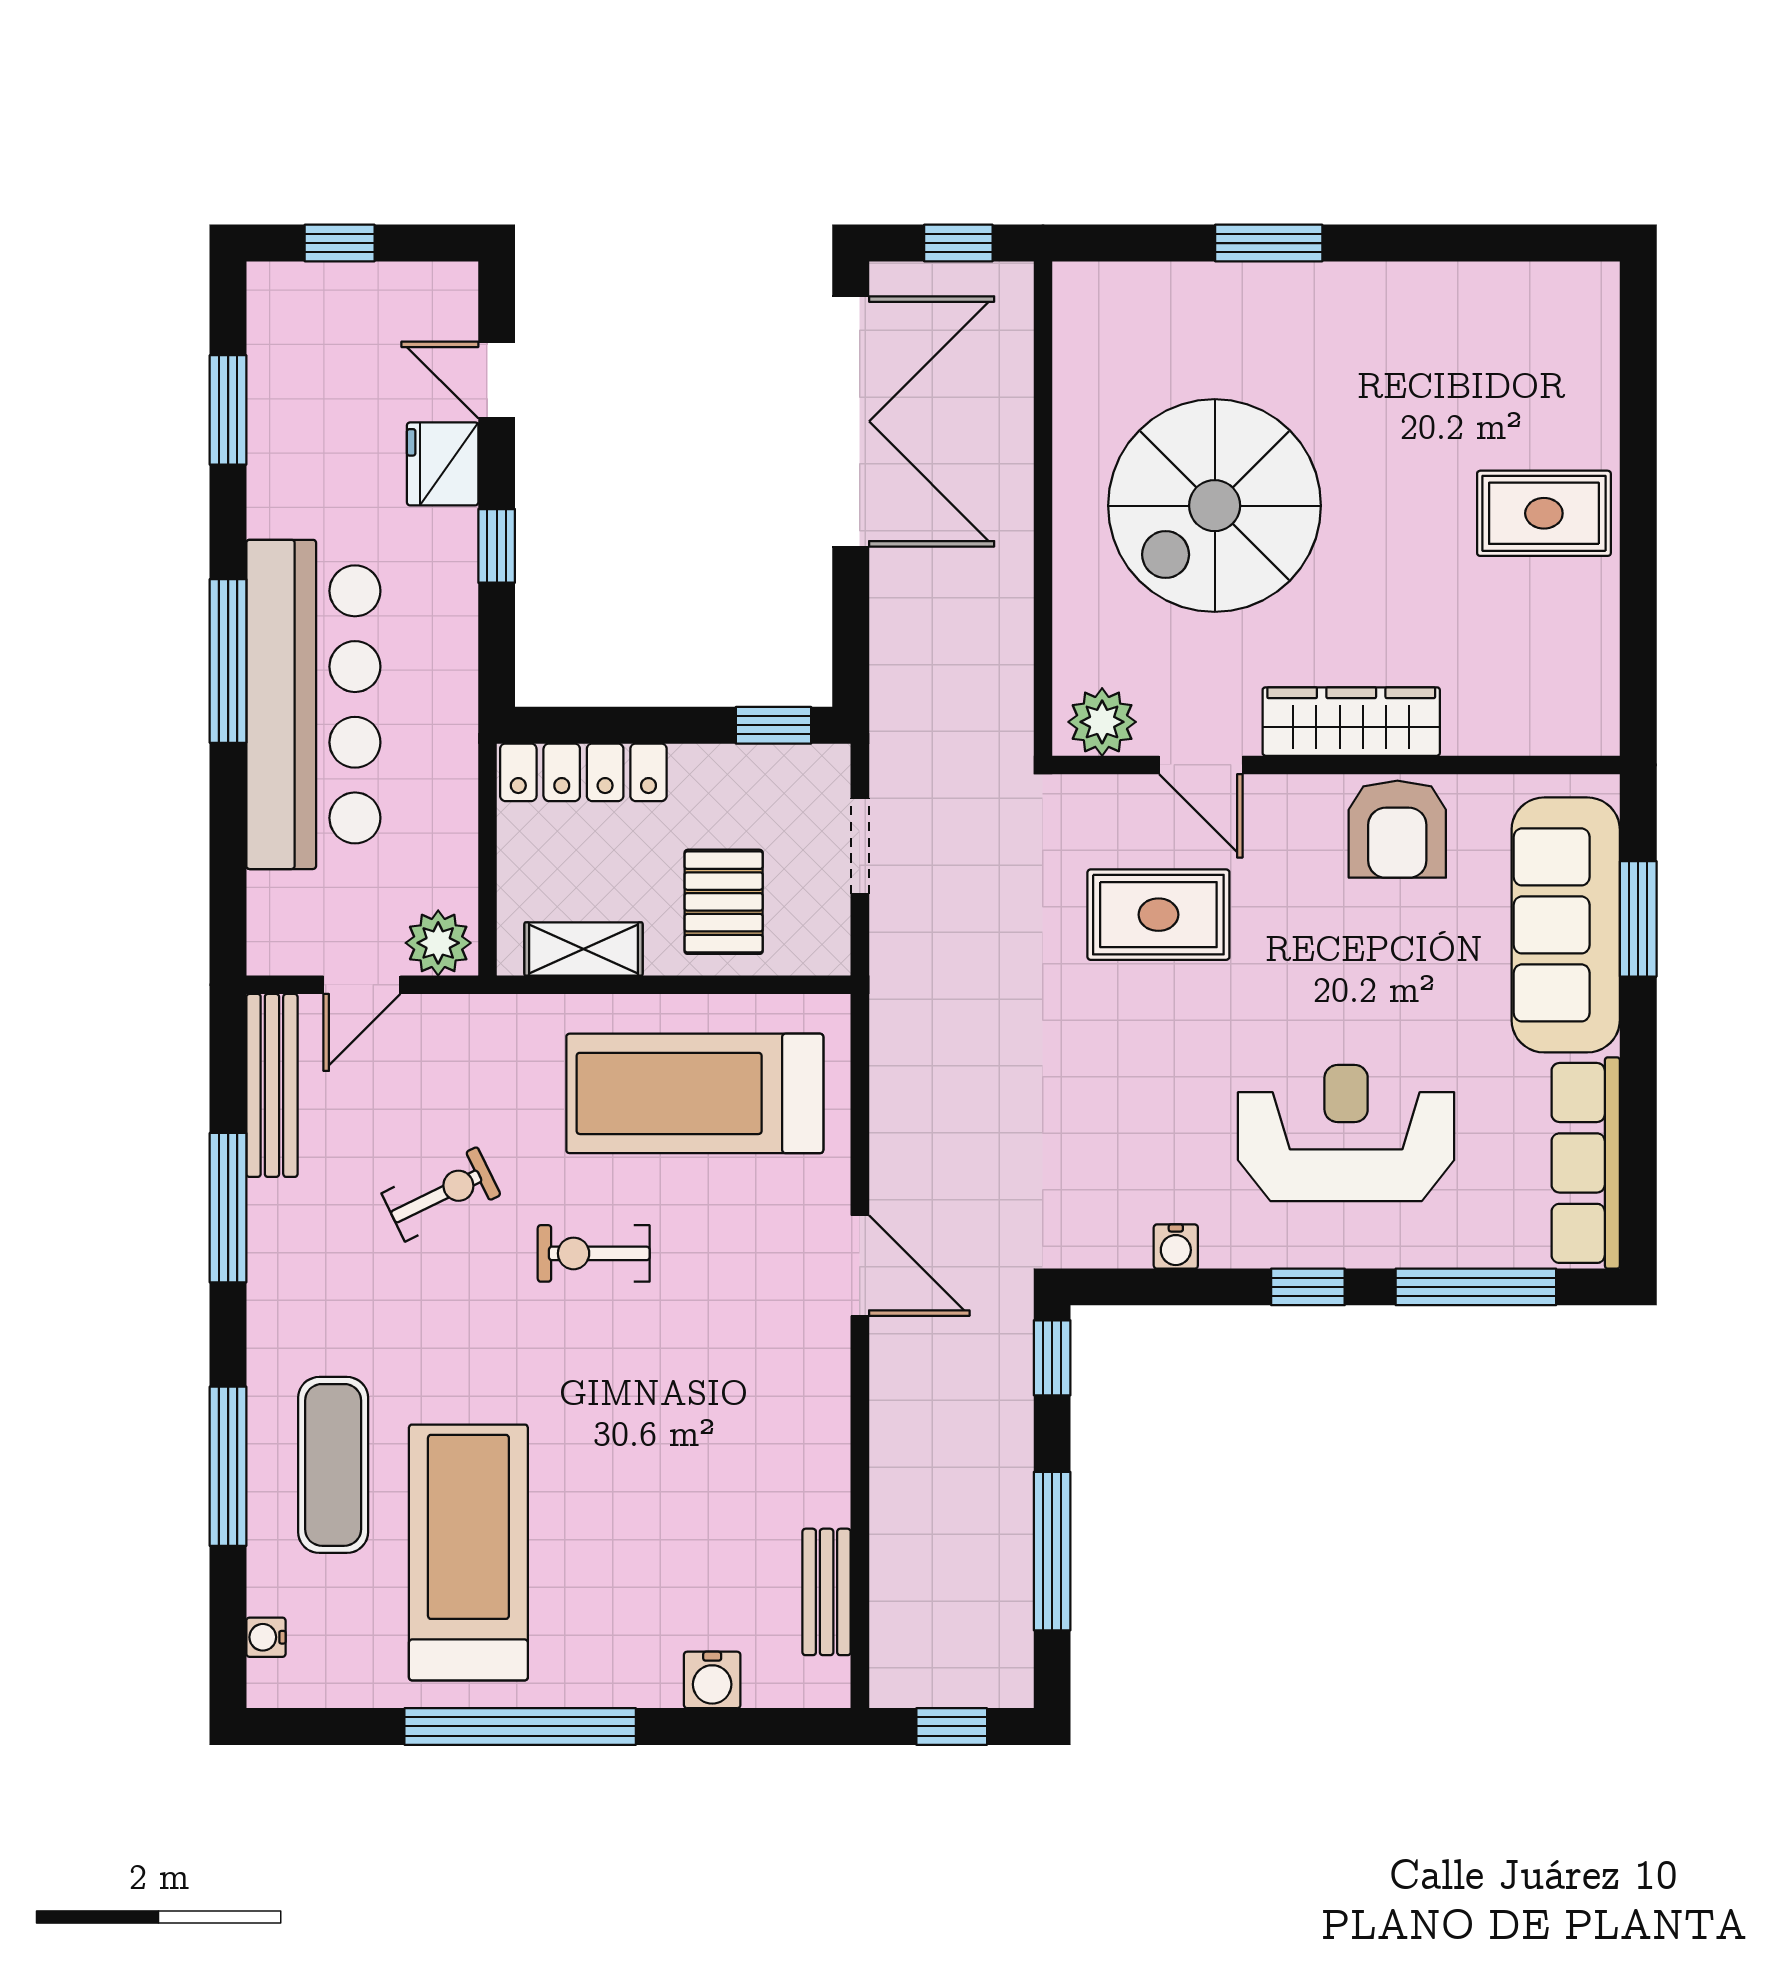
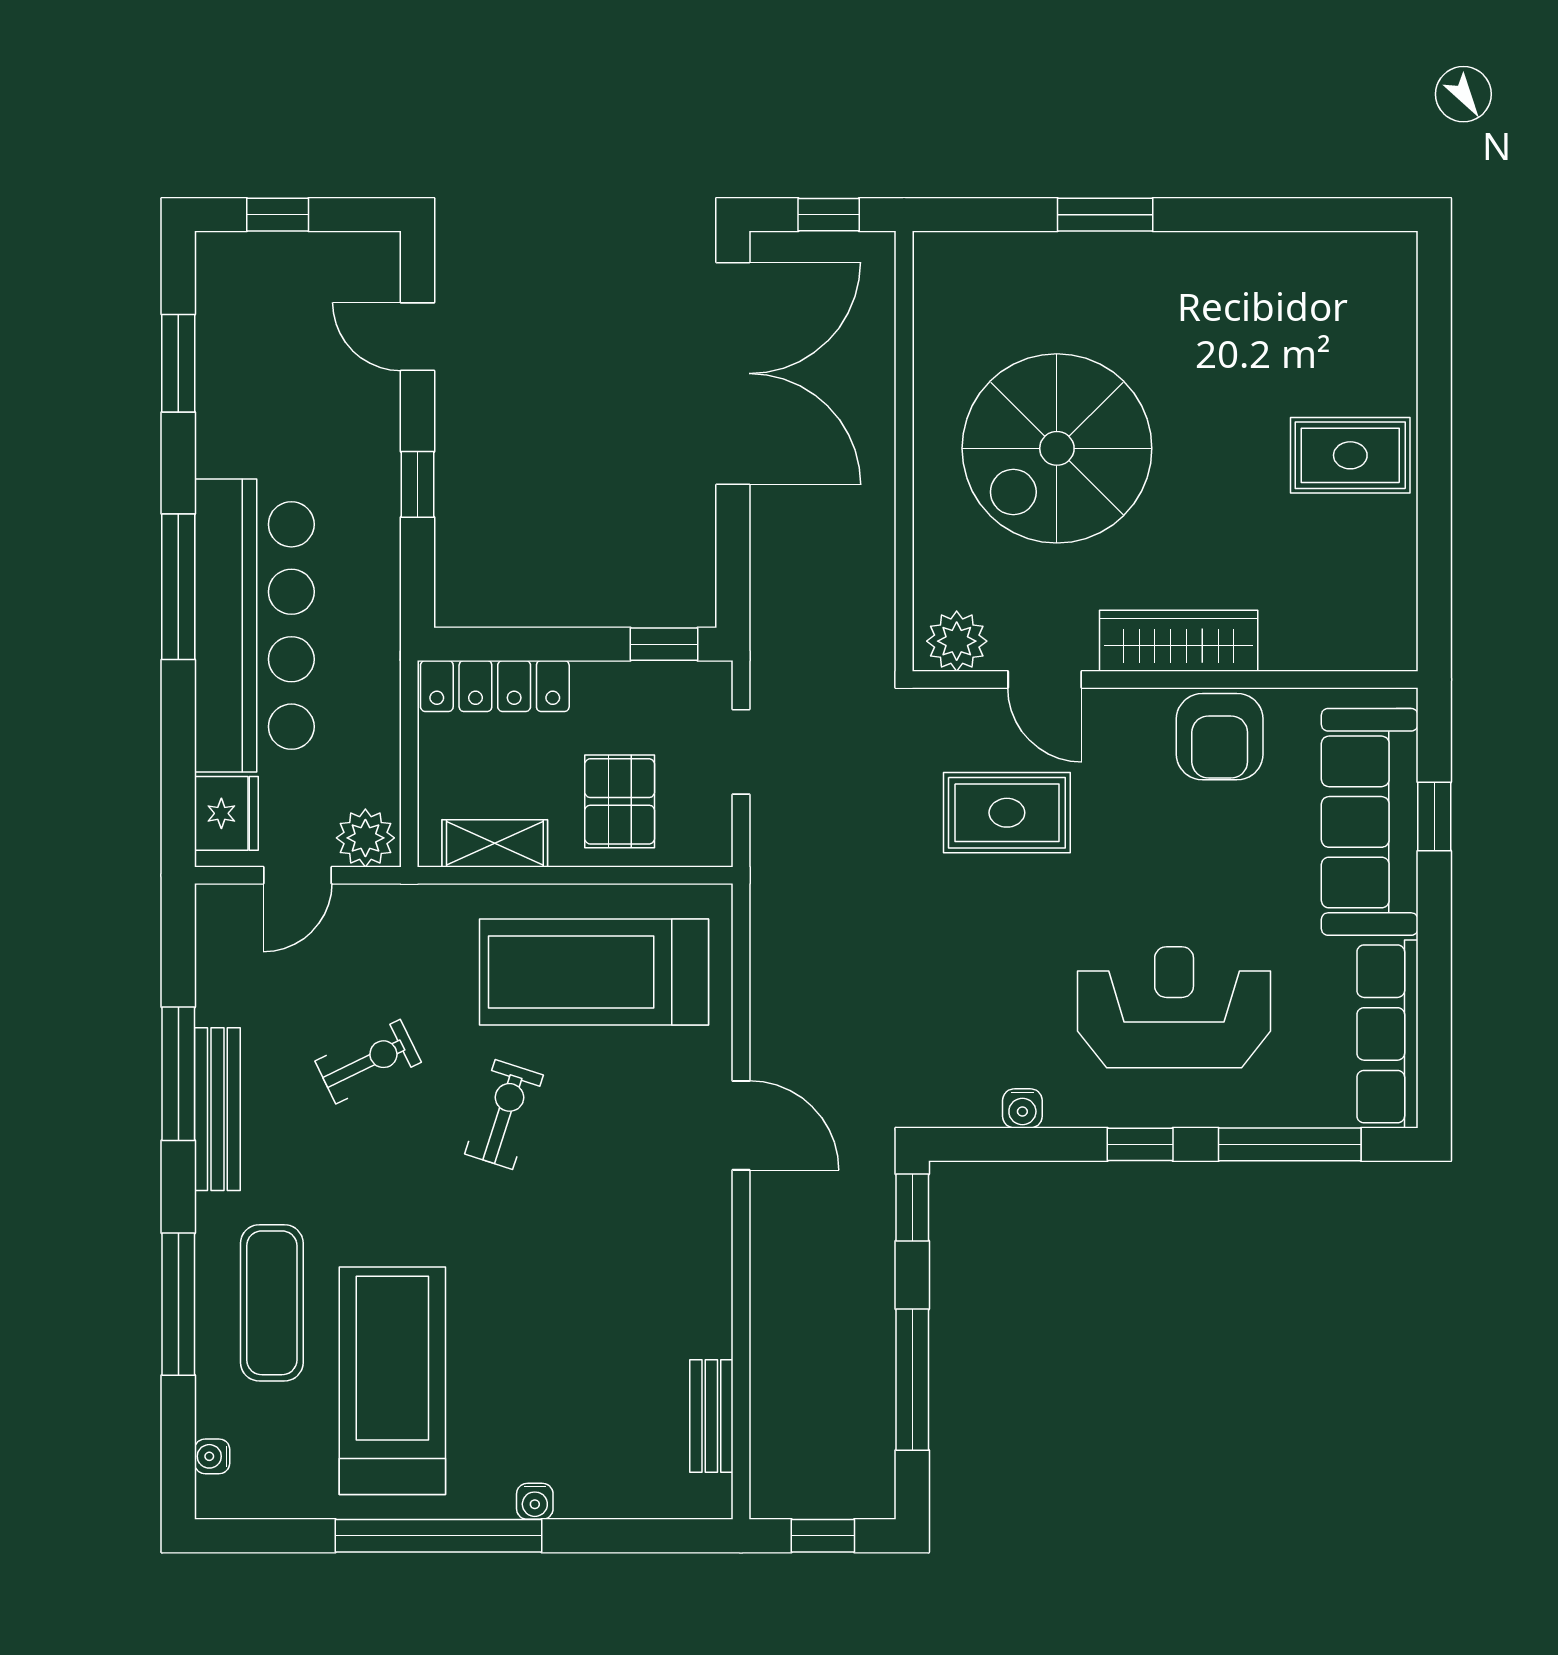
fridge: (443, 464) -> (226, 813), moved, turned 180
window: (1638, 919) -> (1434, 816), width x0.67
bench: (272, 1085) -> (217, 1109), moved
exercise bike: (594, 1253) -> (504, 1114), turned 108
water cooler: (712, 1680) -> (535, 1501), moved, width x0.72, depth x0.72

